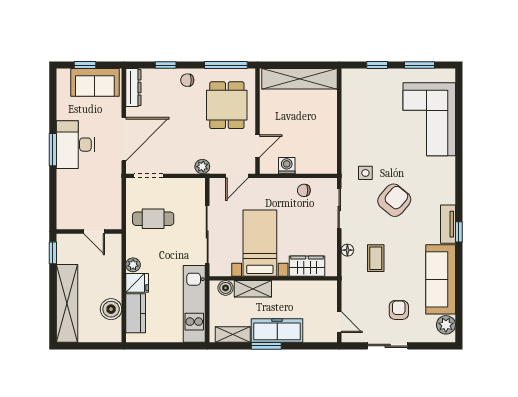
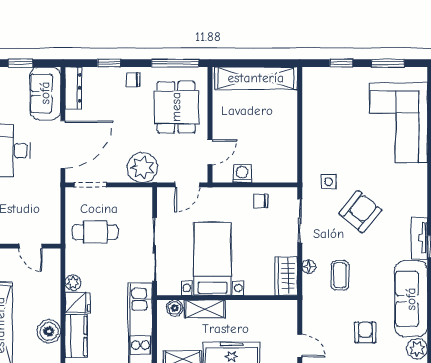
sofa: (95, 82) -> (45, 93), moved, turned 90
plant: (202, 167) -> (142, 168), width x1.88, depth x1.88
wardrobe: (307, 266) -> (286, 276), moved, turned -90

